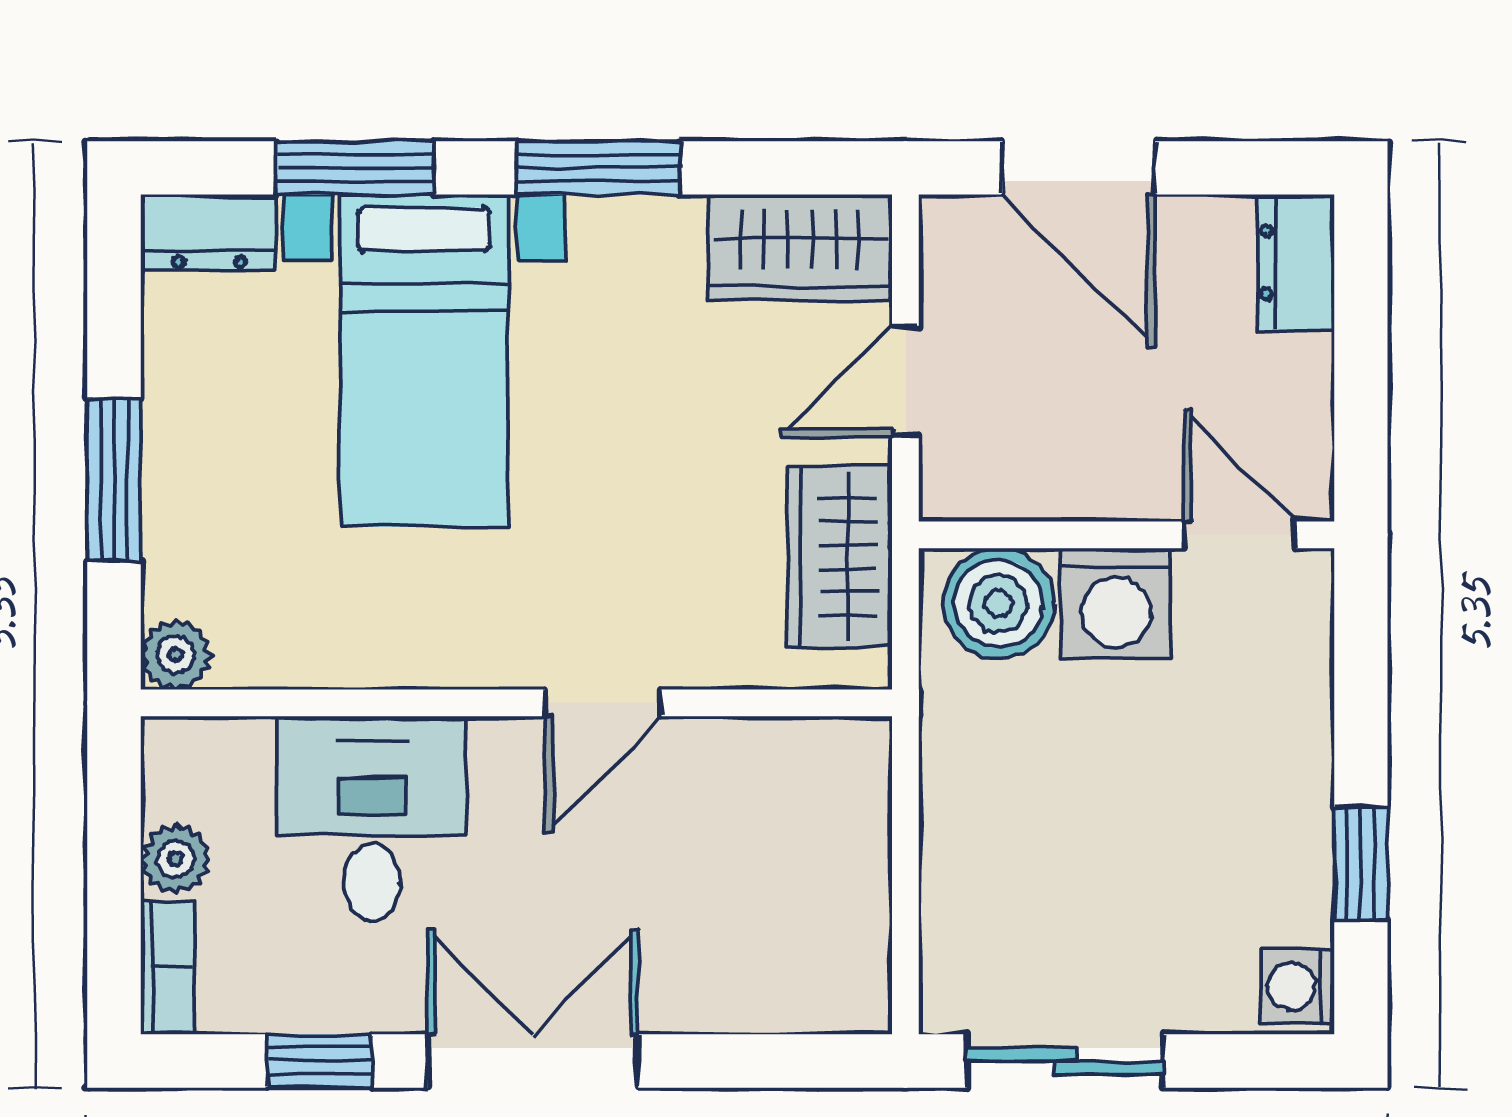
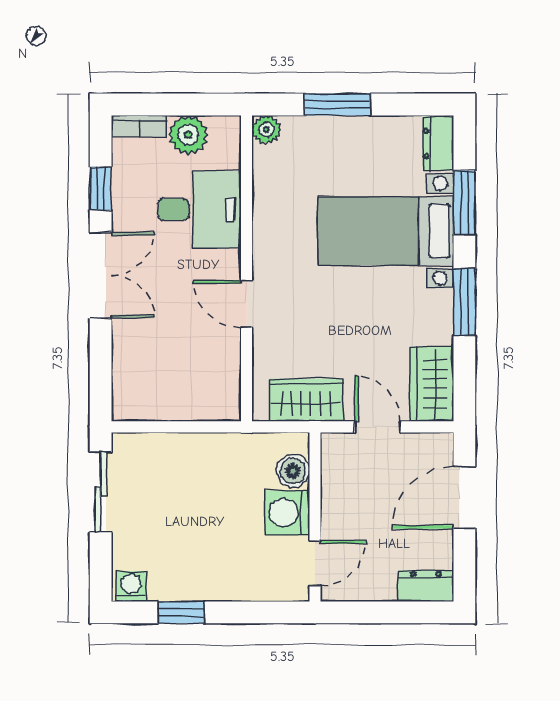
boiler: (999, 604) -> (293, 471), width x0.73, depth x0.73
plant: (175, 859) -> (188, 135), width x1.38, depth x1.38

